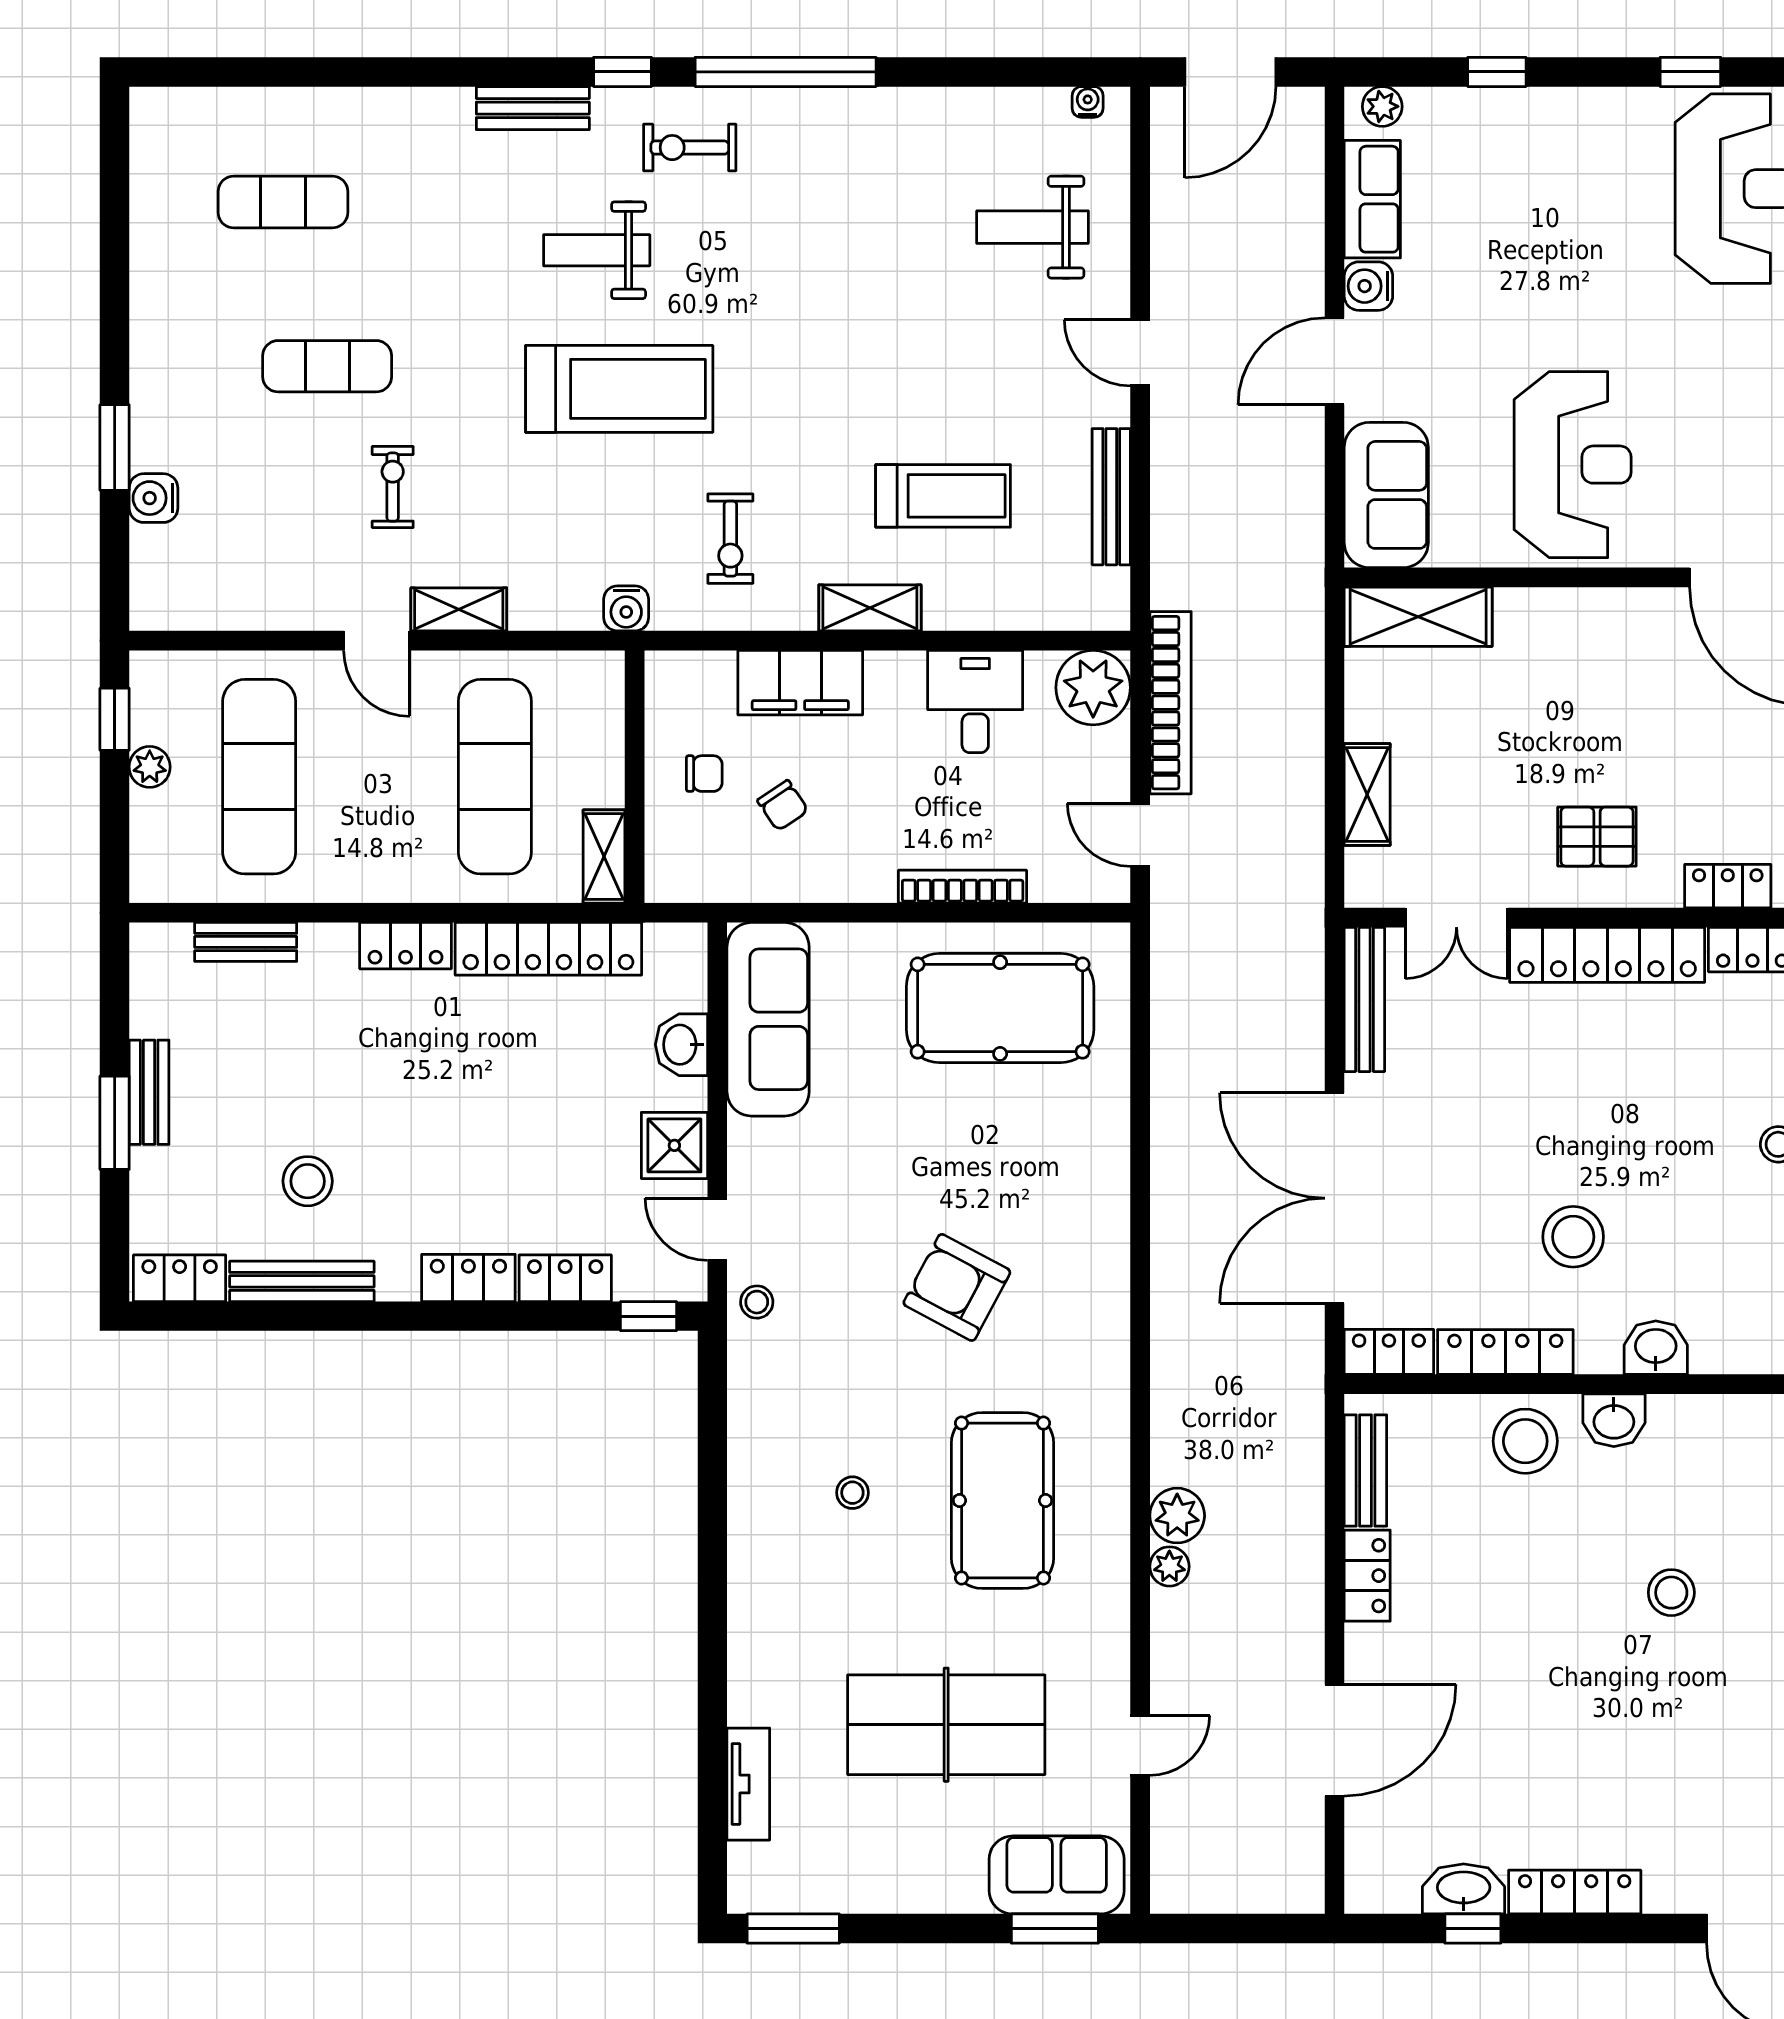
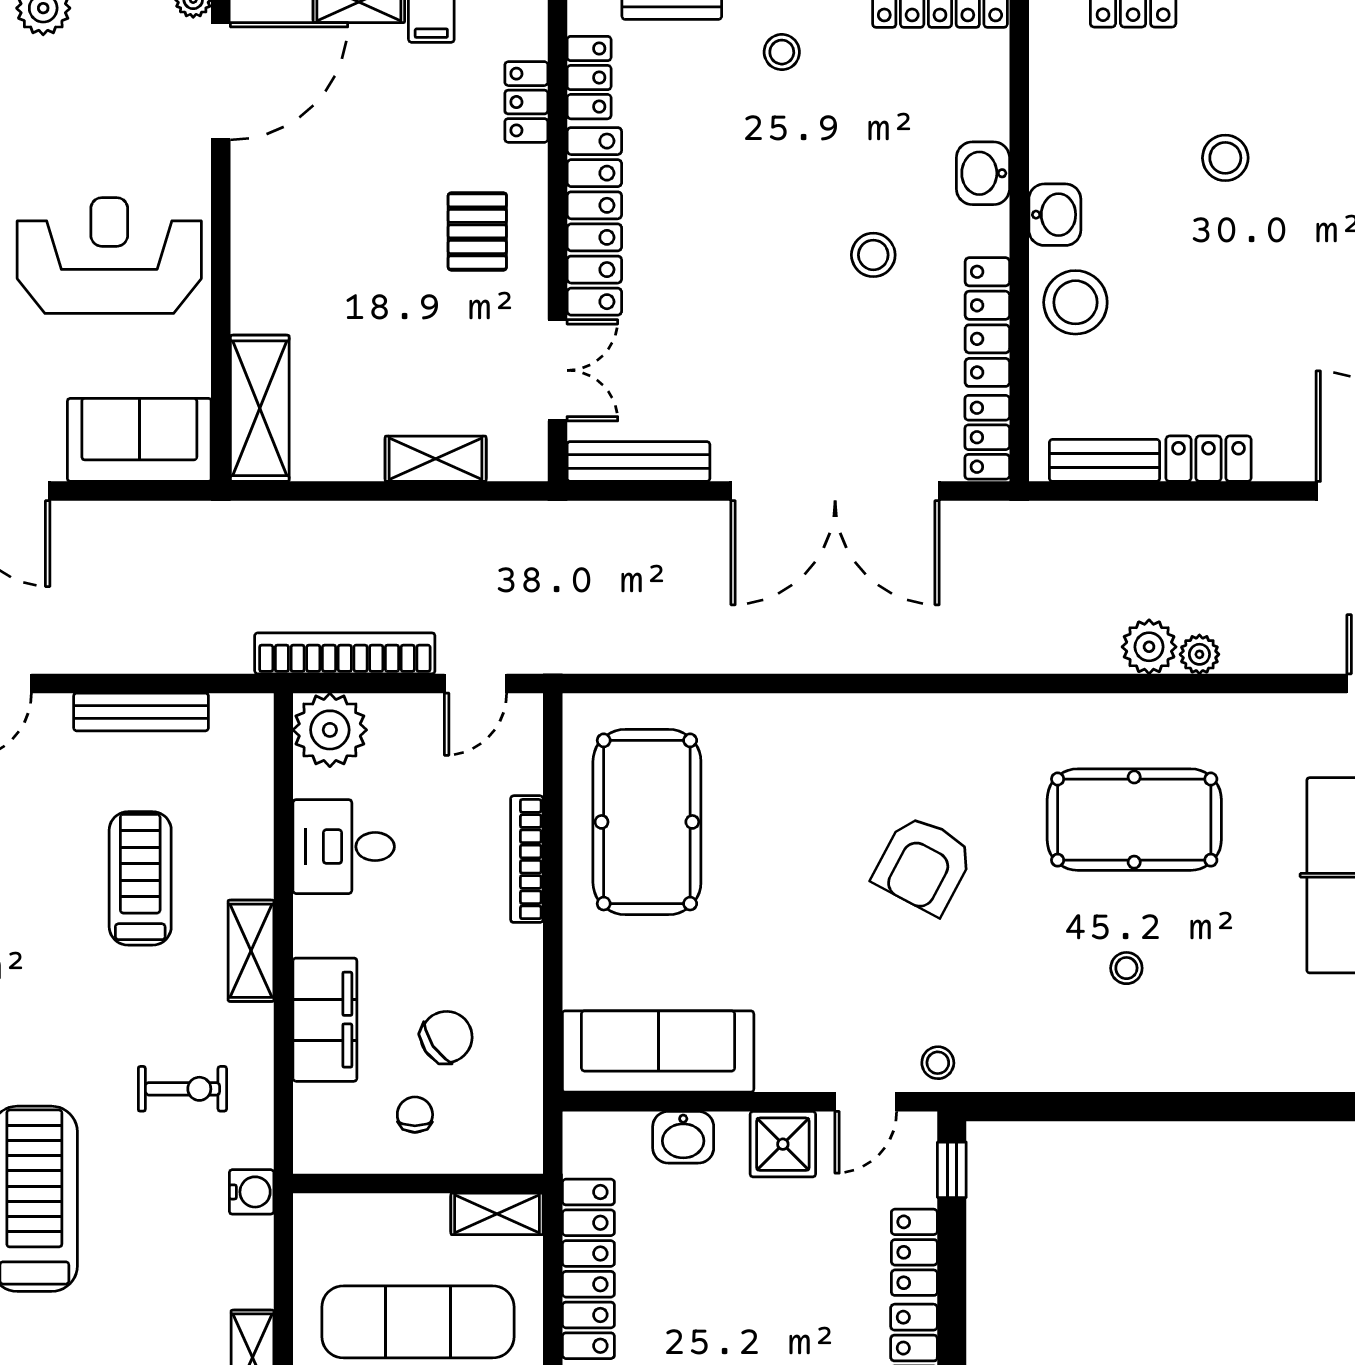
chair: (783, 805) -> (447, 1037), width x1.37, depth x1.37
stool: (1573, 1237) -> (873, 255), width x0.73, depth x0.73

